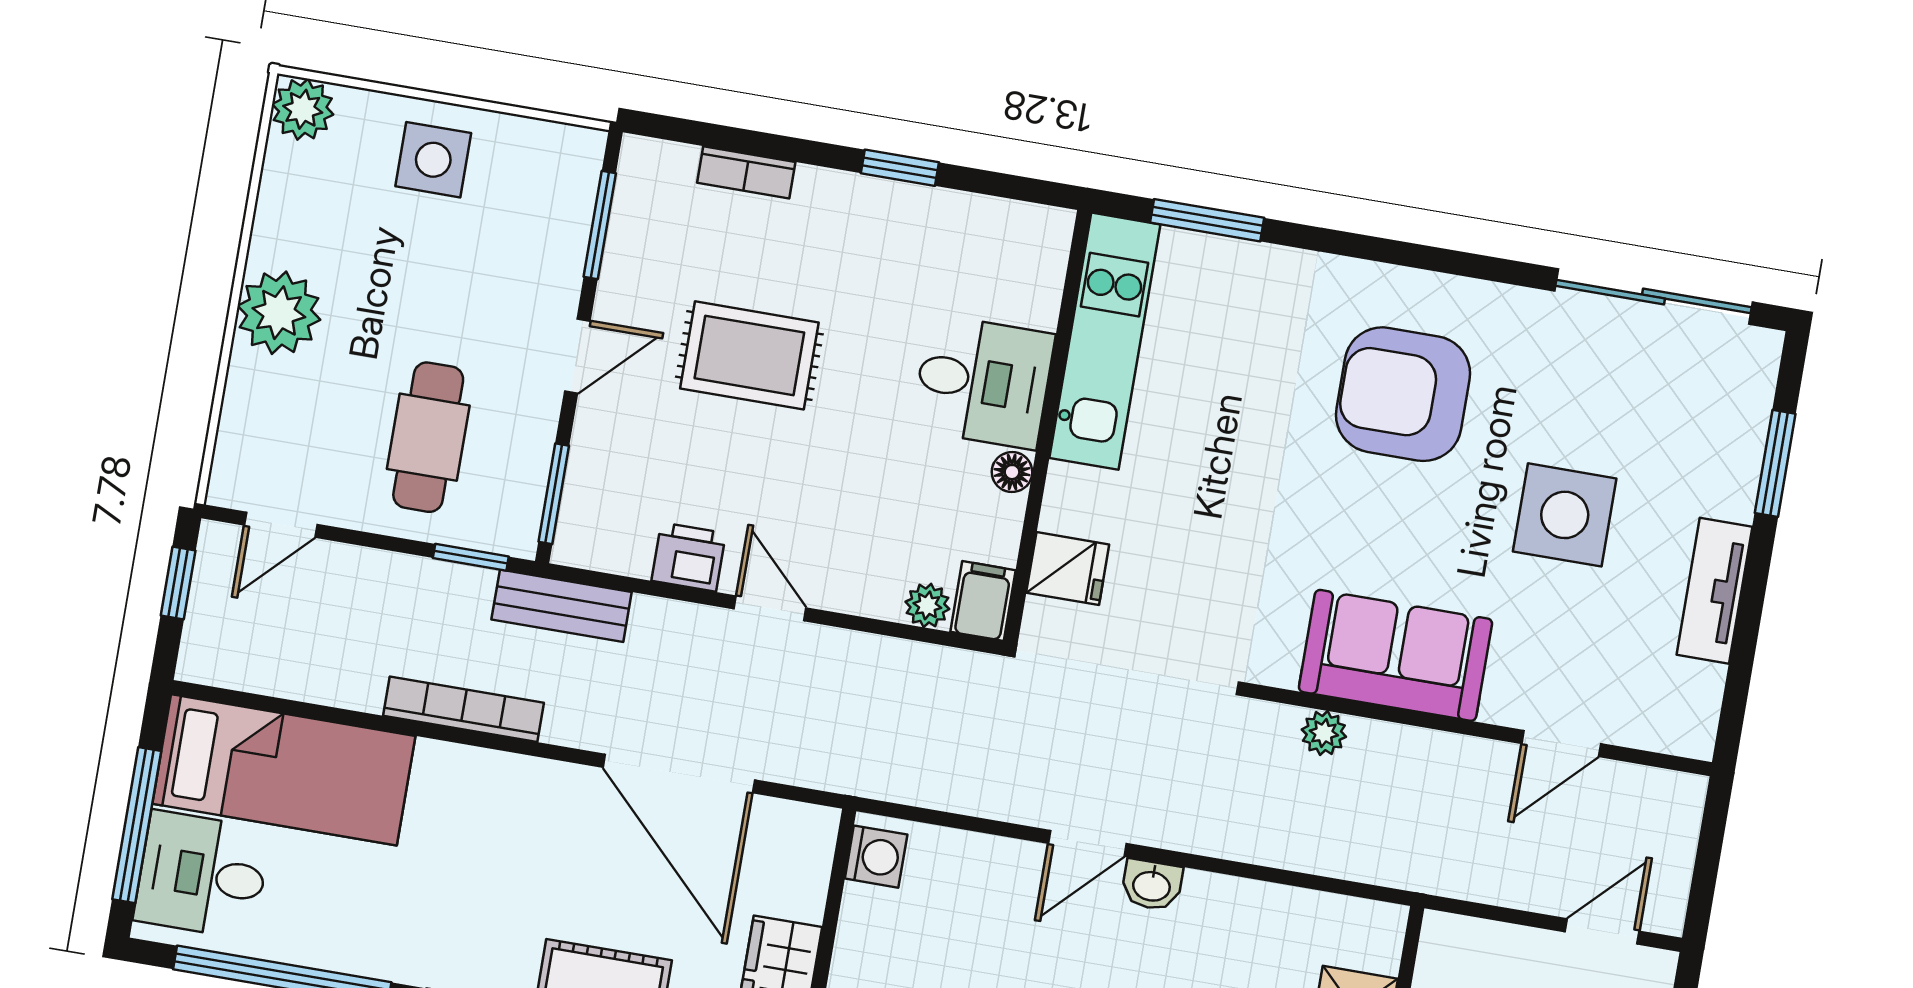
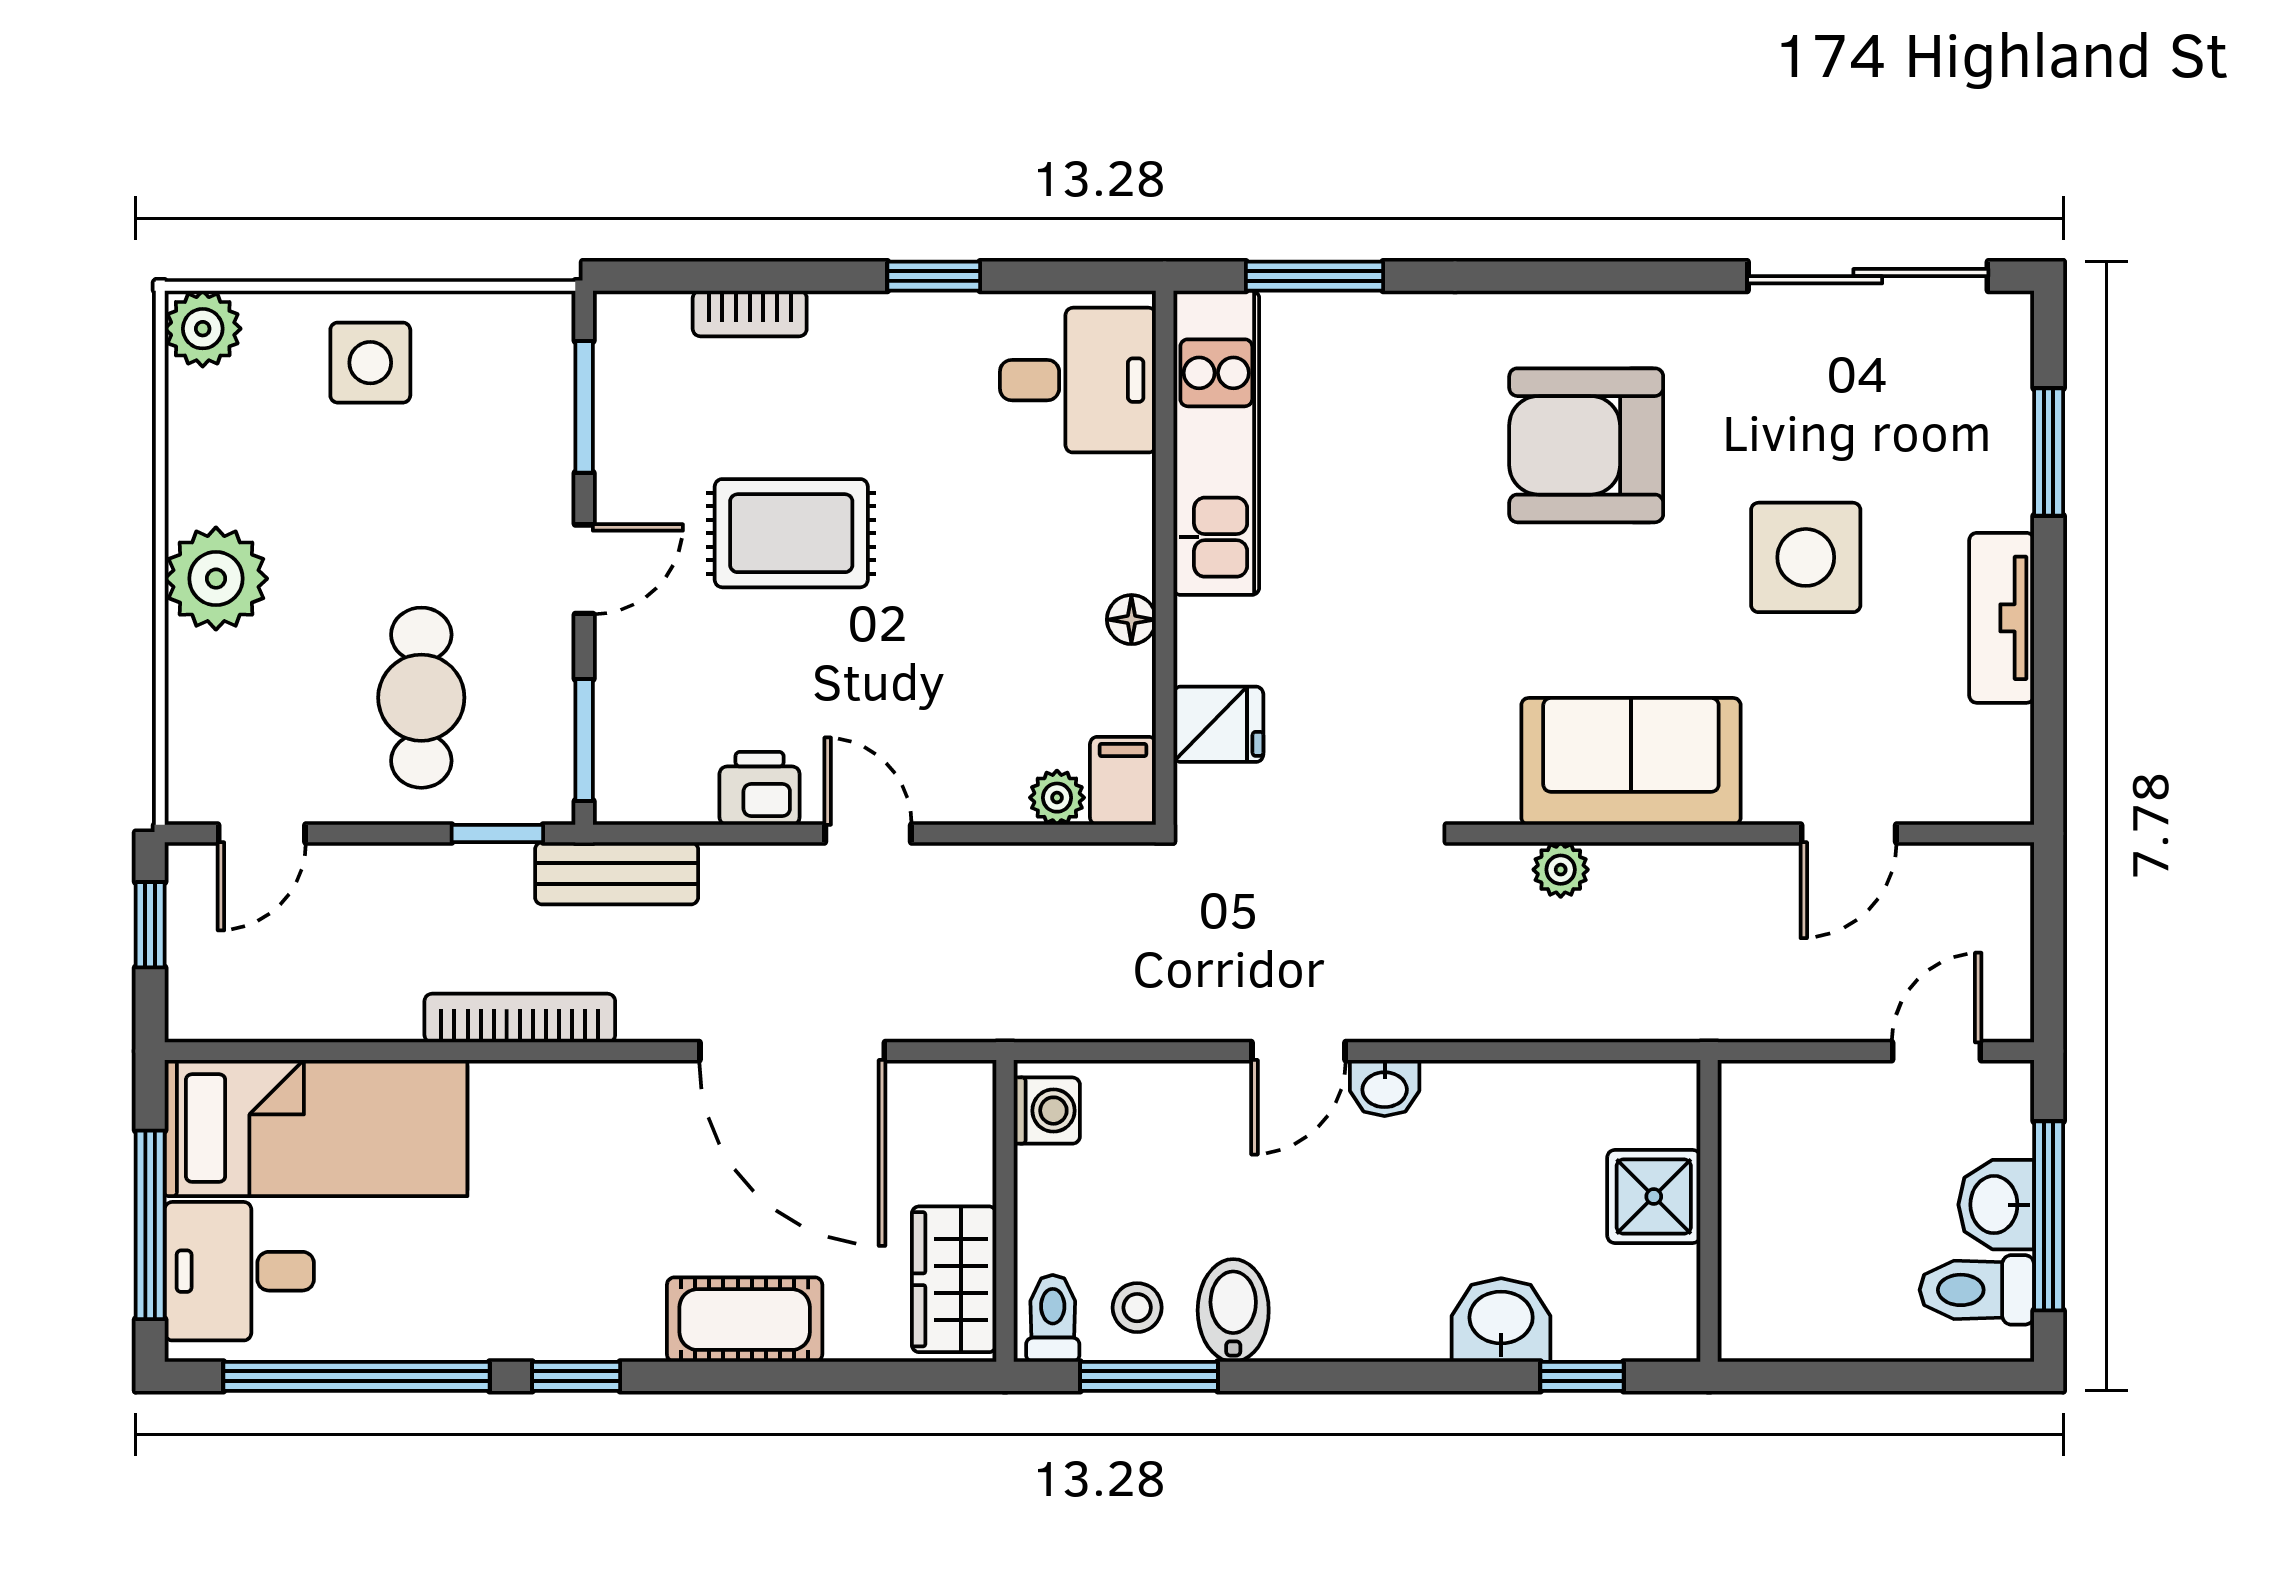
desk: (983, 382) -> (1078, 380), moved

